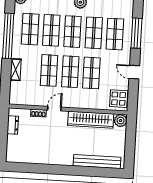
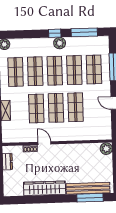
display table: (119, 99) -> (103, 129), removed
door: (54, 109) -> (44, 143), hinge flipped
wardrobe: (91, 120) -> (45, 188), moved, turned 180
window: (98, 172) -> (90, 198), added

